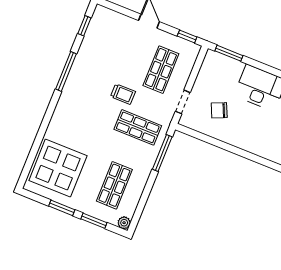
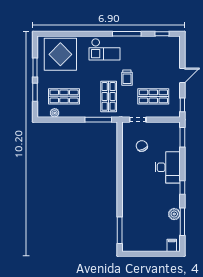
checkout: (75, 108) -> (105, 49), added
plant: (124, 223) -> (55, 113), moved

